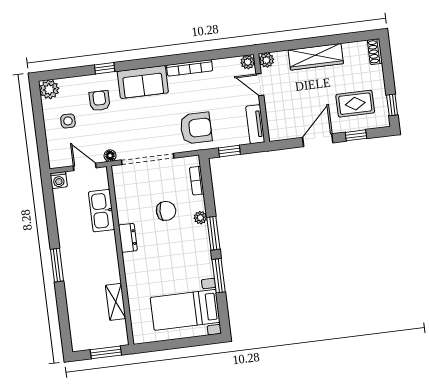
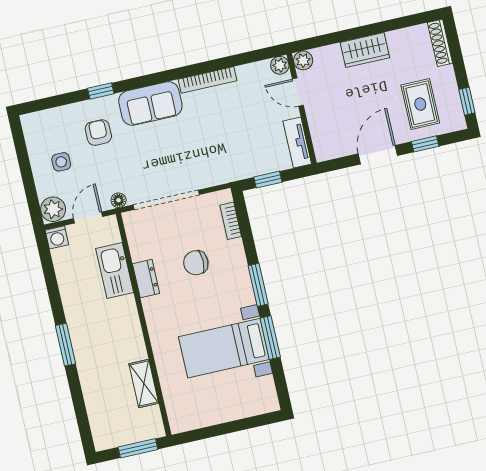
shoe rack: (375, 52) -> (440, 43), width x1.43
wardrobe: (316, 57) -> (365, 50), width x0.67
plant: (49, 89) -> (53, 209), moved
rug: (355, 104) -> (420, 104), turned 90
armchair: (196, 128) -> (223, 155), removed
door: (85, 167) -> (88, 218), hinge flipped
chair: (166, 211) -> (196, 263), turned 180
plant: (200, 218) -> (240, 267), removed
dresser: (128, 238) -> (146, 279), moved
bed with nightstands: (185, 310) -> (224, 348), moved

